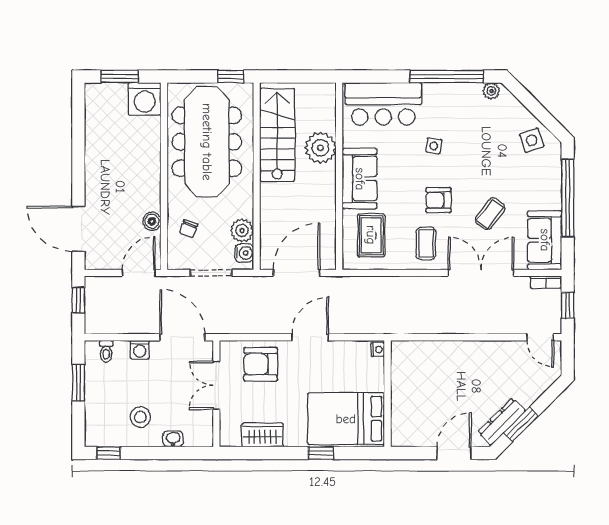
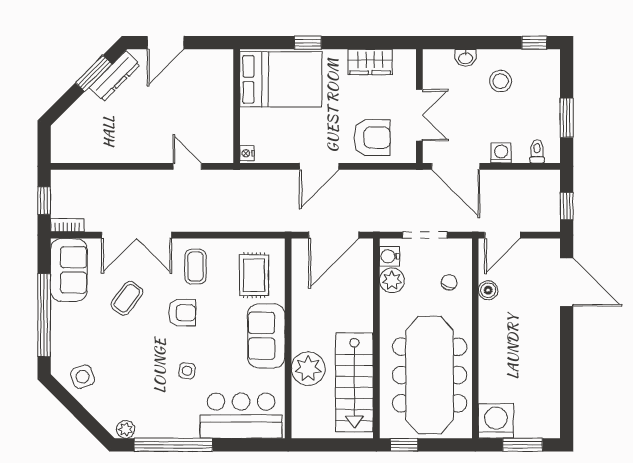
door: (540, 337) -> (187, 166), moved

